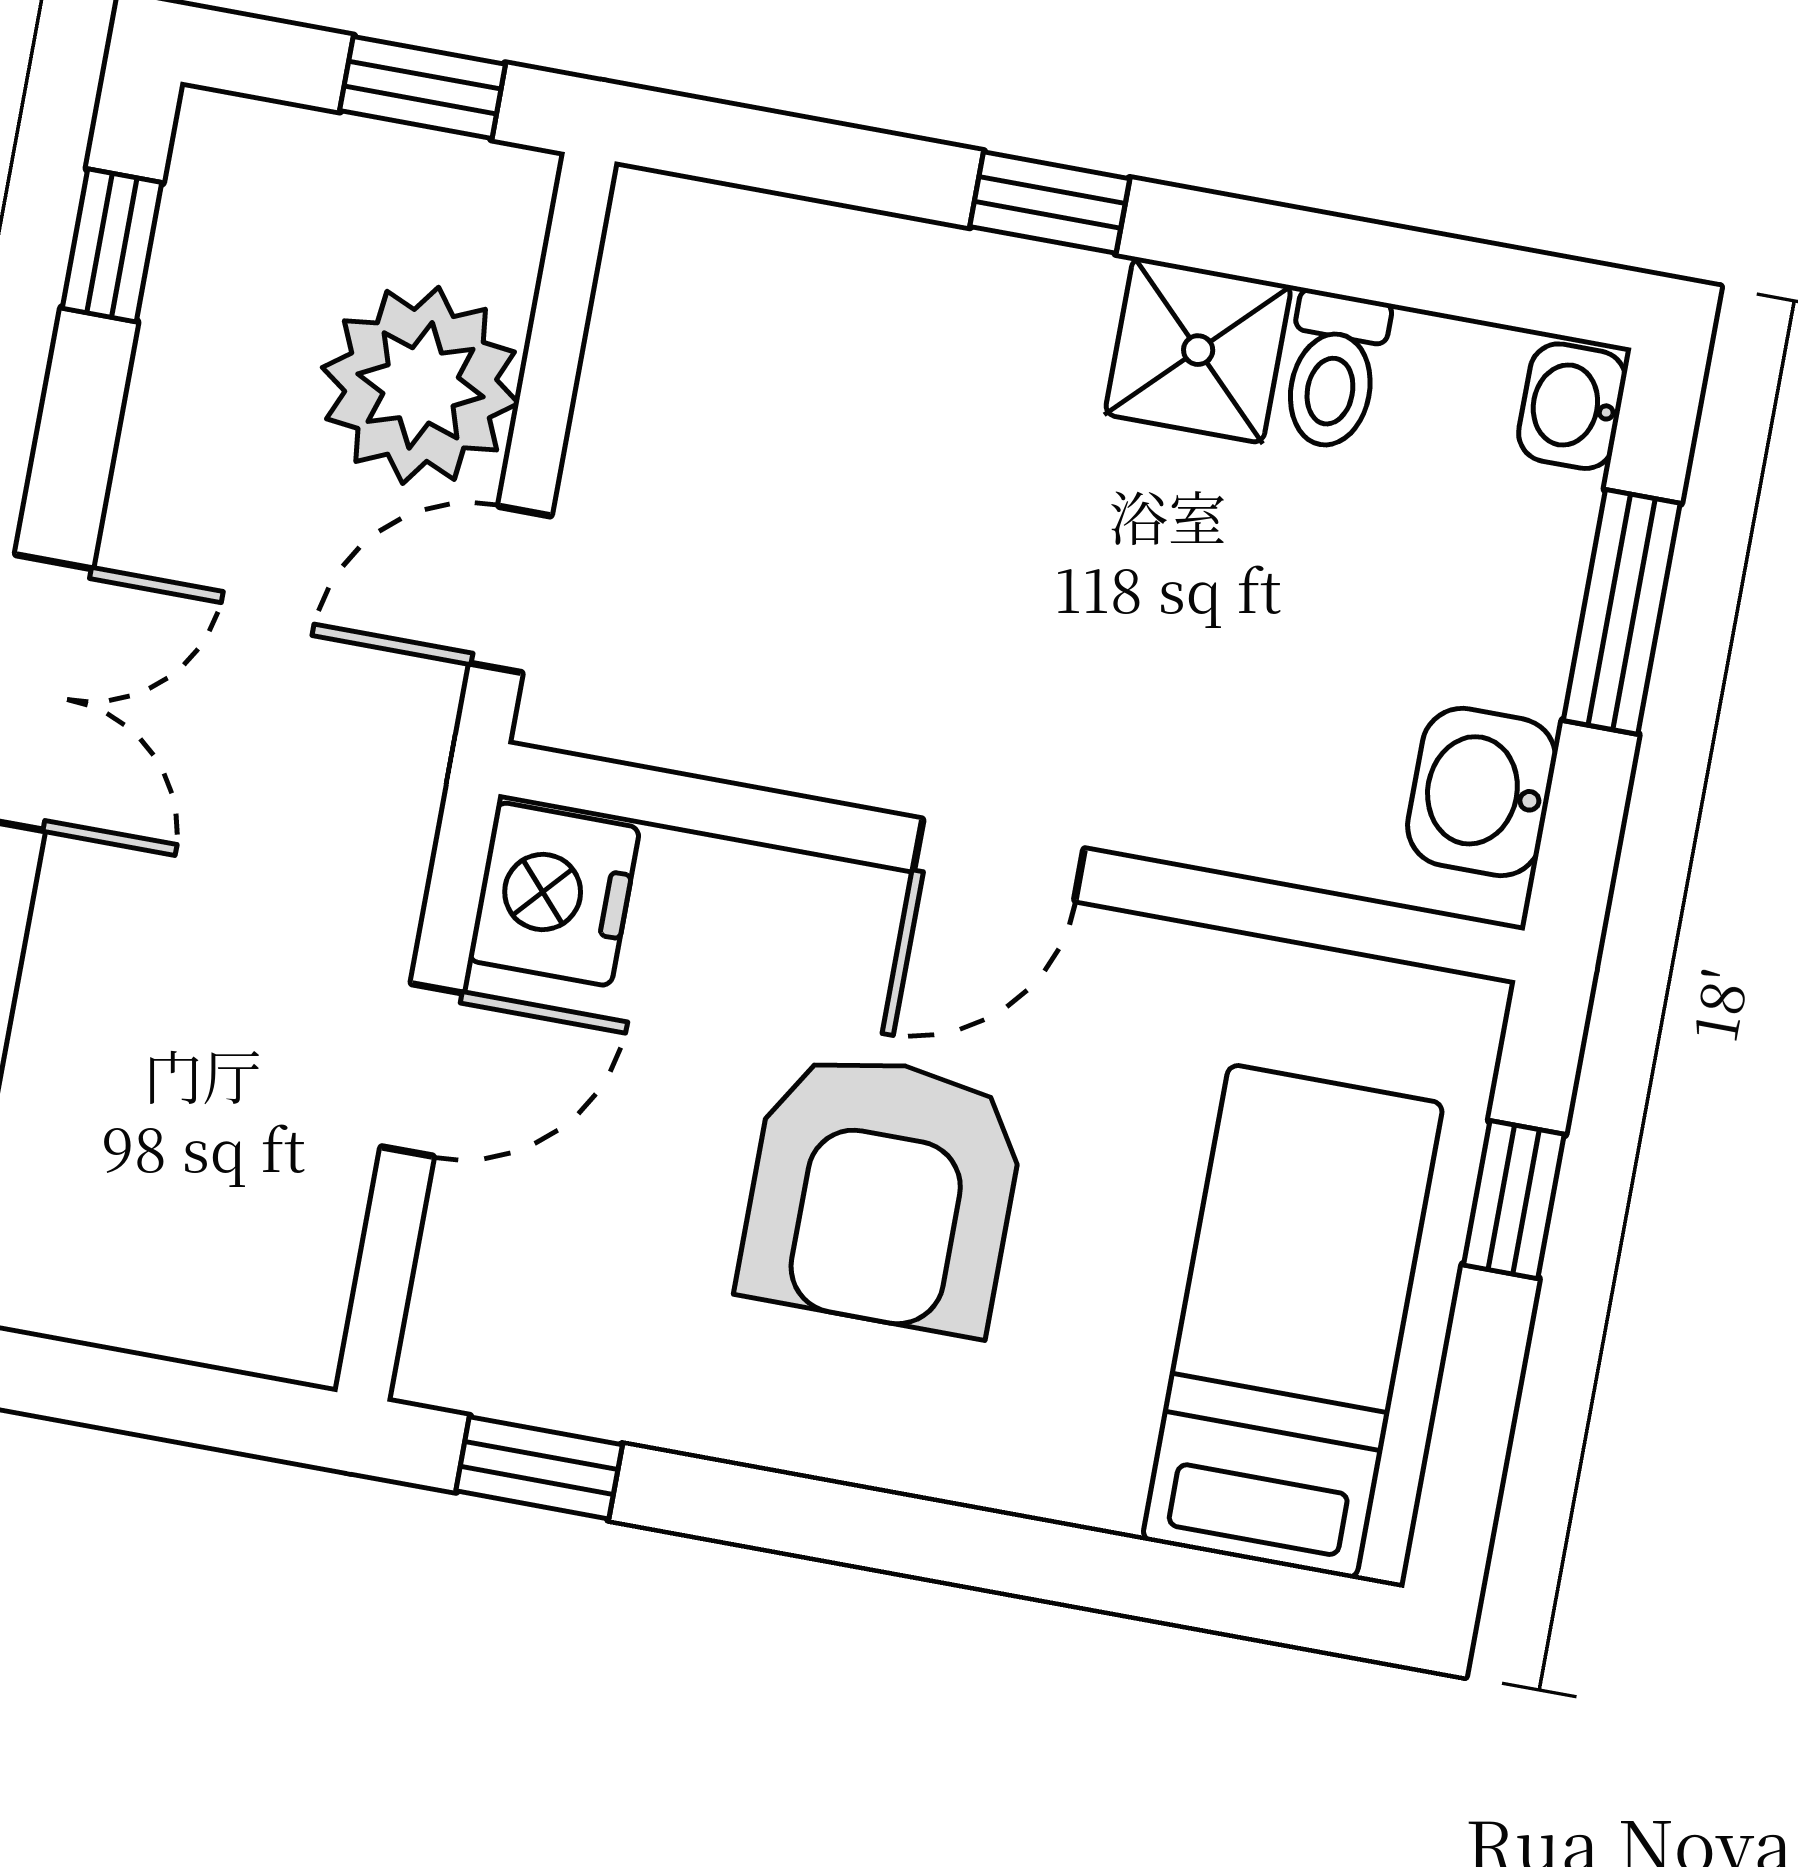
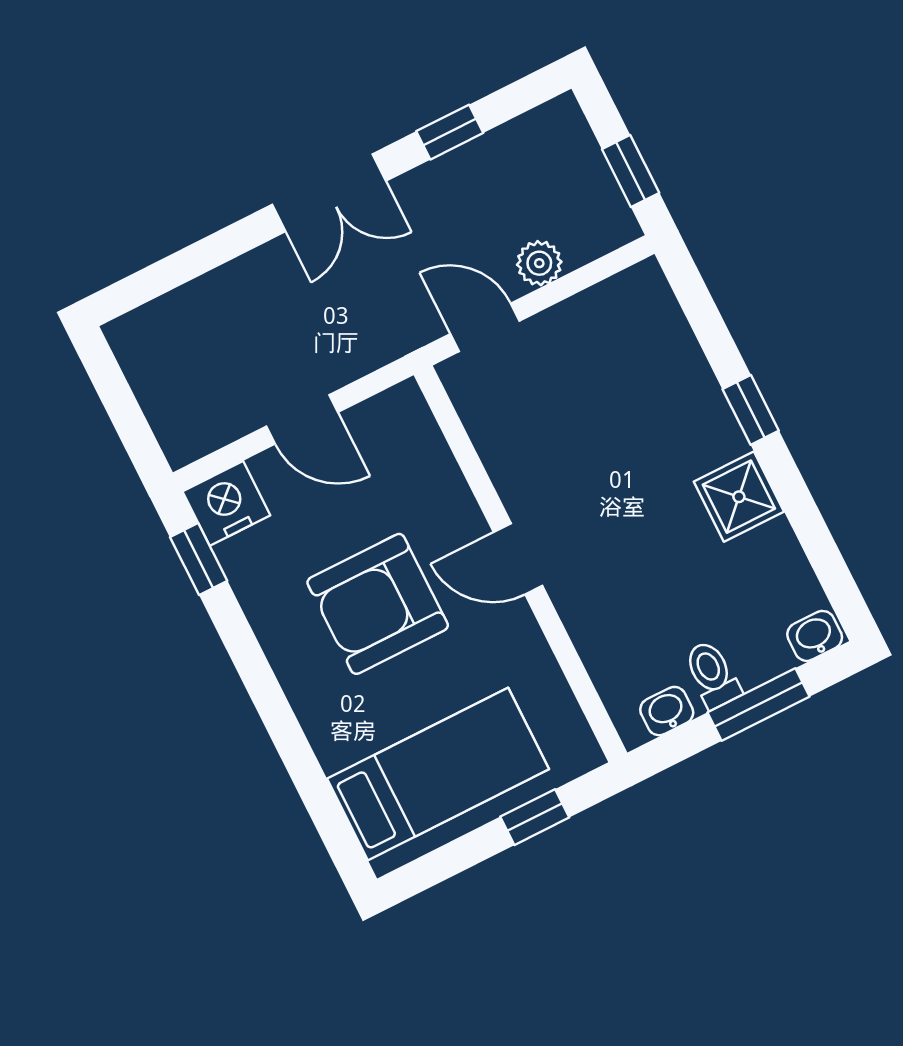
window: (112, 245) -> (450, 132), moved
toilet: (1334, 370) -> (712, 674), moved, turned 90
plant: (421, 385) -> (539, 263), width x0.53, depth x0.53
washbasin: (1482, 792) -> (667, 711), width x0.72, depth x0.69
nightstand: (554, 894) -> (226, 503), moved

